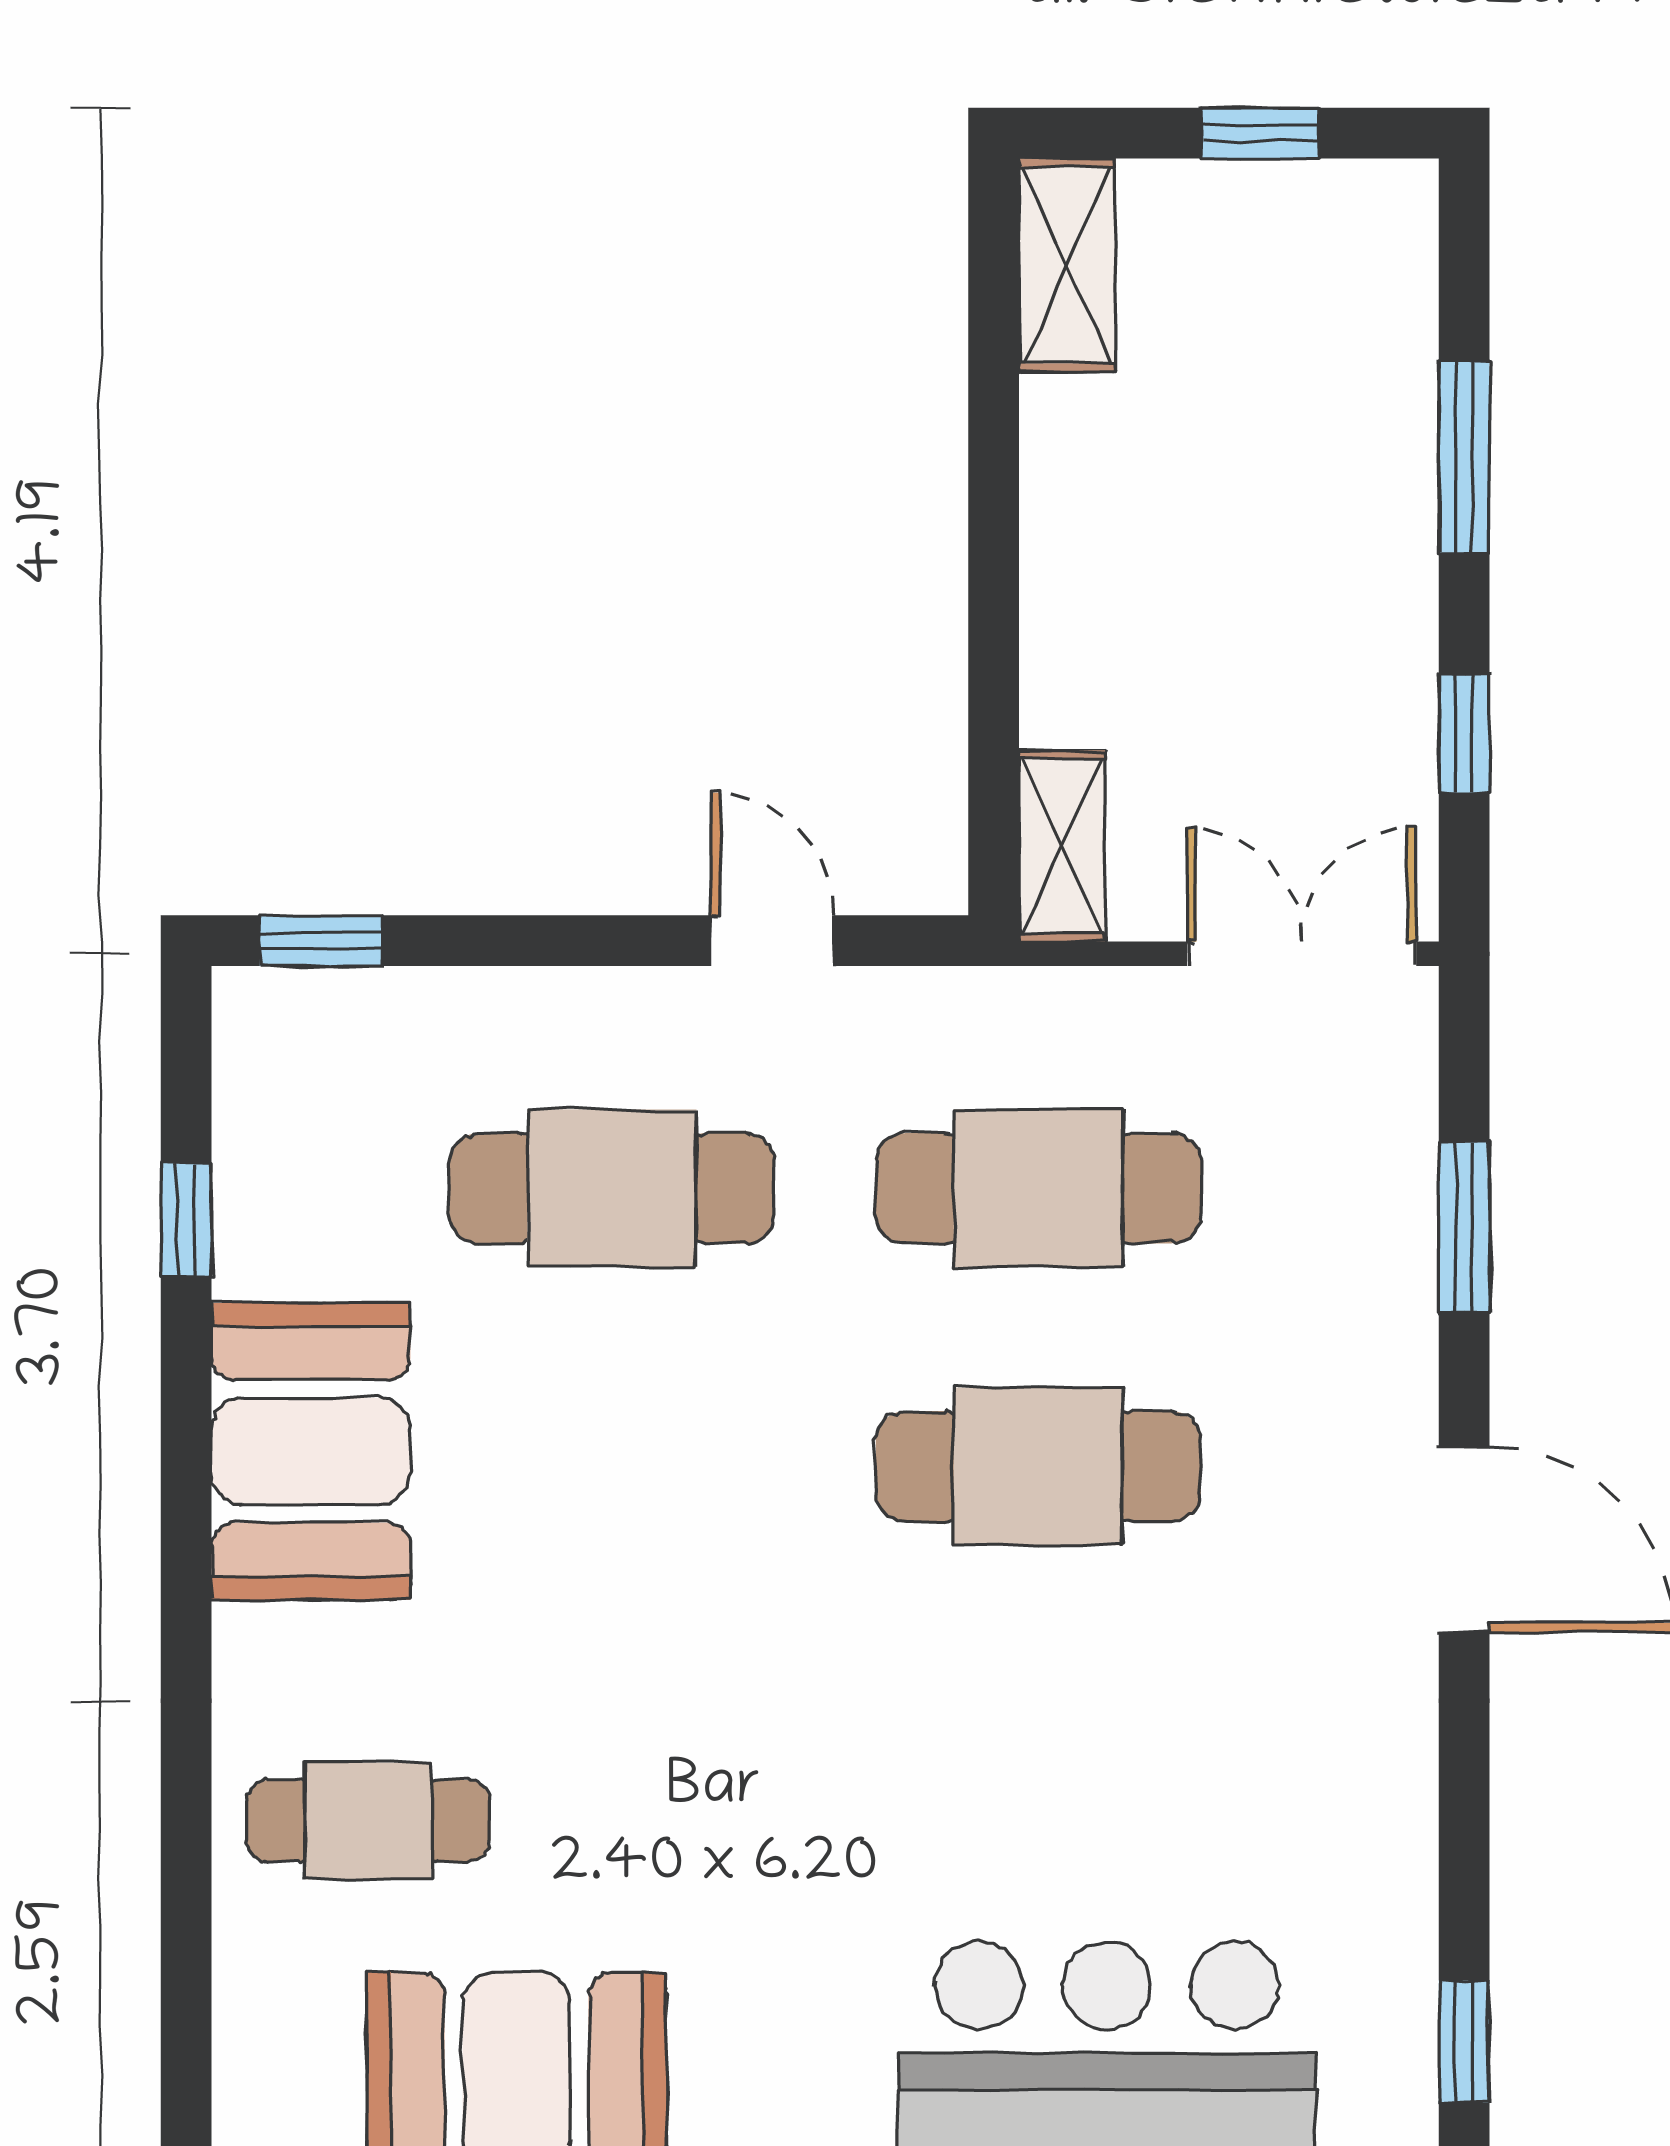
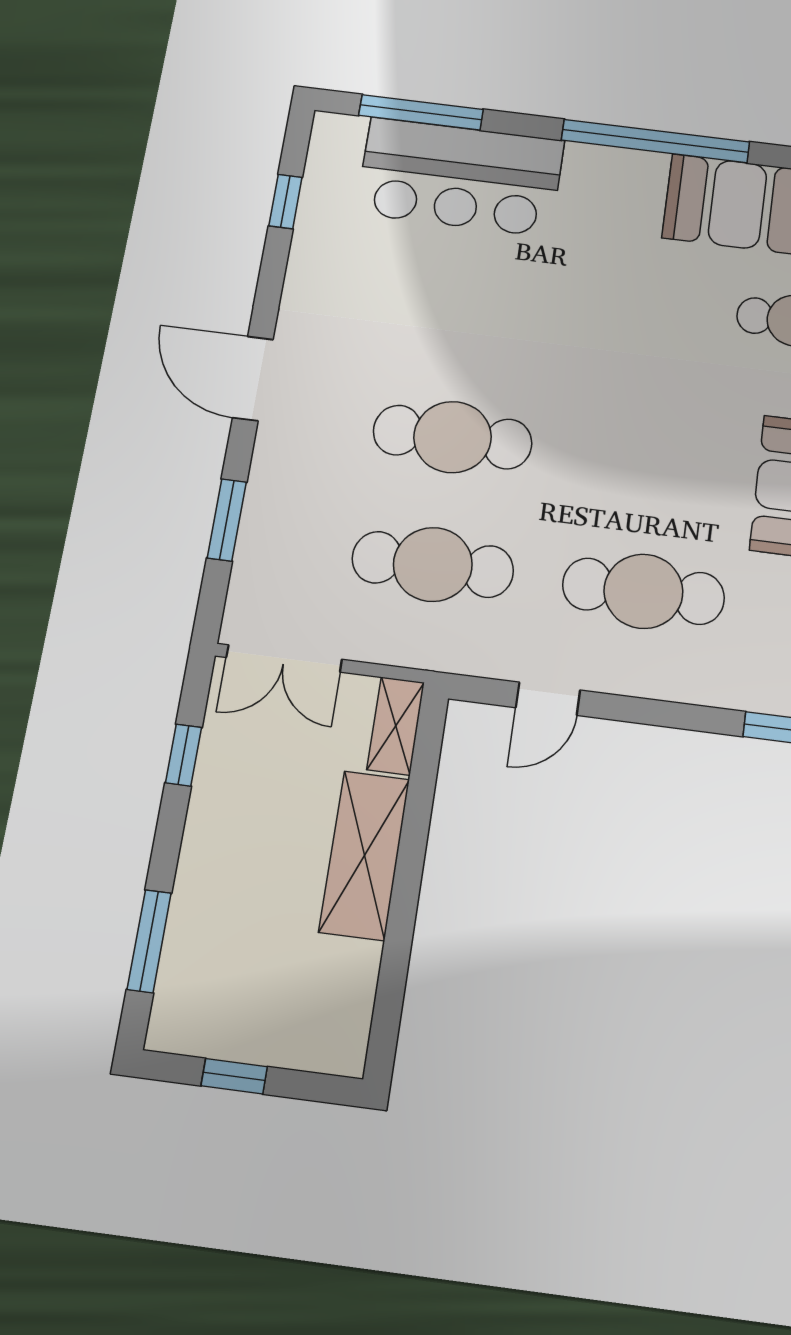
shelving: (1067, 265) -> (364, 855), moved, width x1.50, depth x1.33
window: (1464, 457) -> (149, 941), moved
door: (772, 941) -> (548, 699), hinge flipped
window: (1464, 2042) -> (285, 201), moved

